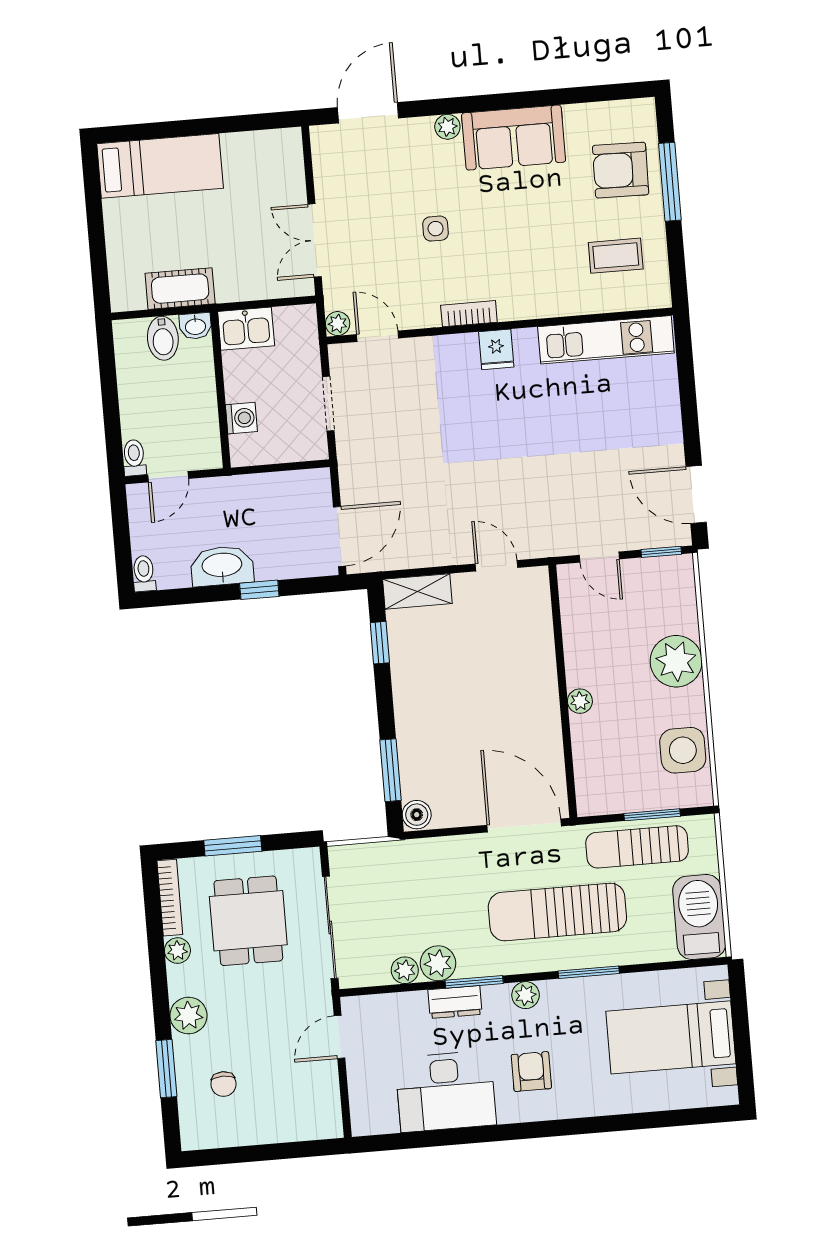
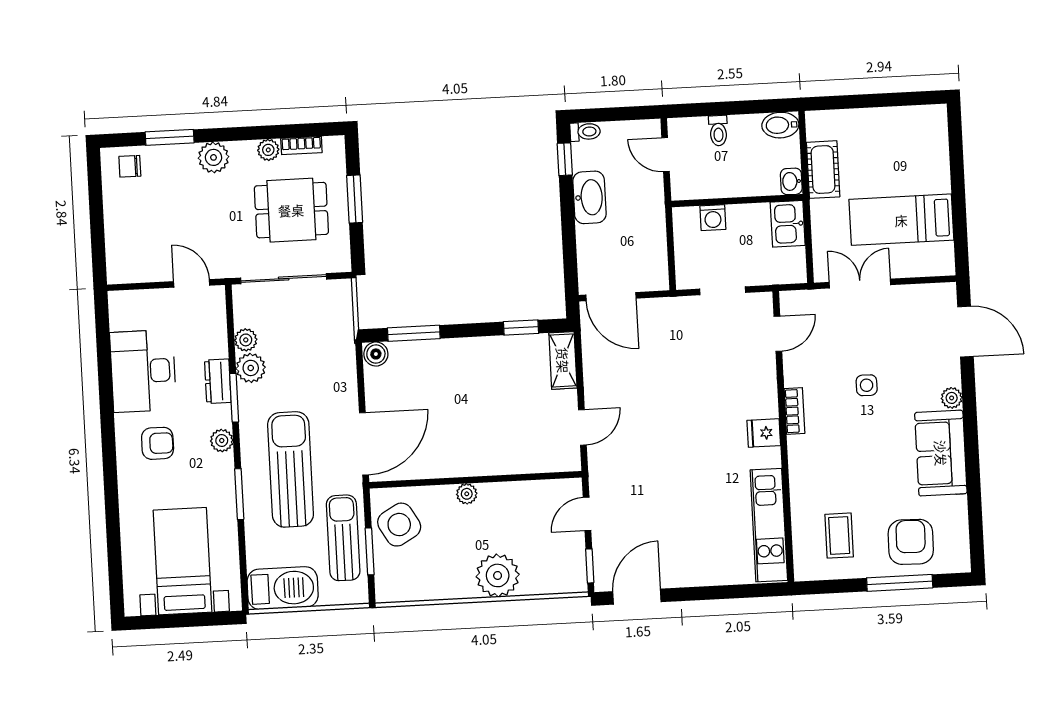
bed: (160, 166) -> (901, 220), moved, turned 90
plant: (338, 324) -> (790, 301), removed
bidet: (163, 338) -> (780, 125), moved
toilet: (134, 458) -> (718, 131), moved, turned 90
window: (259, 590) -> (565, 159), moved
side table: (683, 750) -> (399, 525), moved, turned -30
bookcase: (170, 898) -> (301, 145), width x0.64
chair: (223, 1084) -> (130, 166), moved

